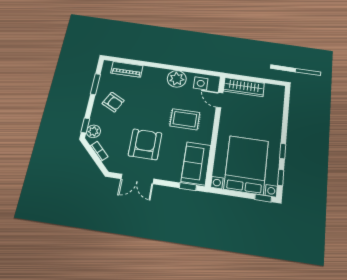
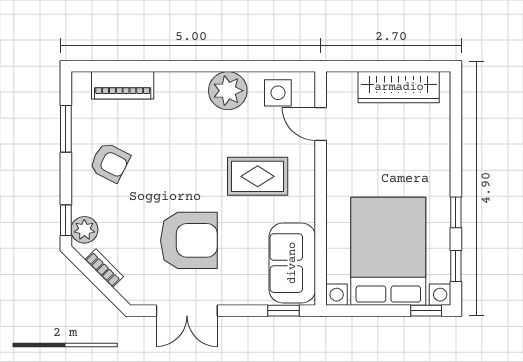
wardrobe: (244, 87) -> (399, 87), moved
armchair: (145, 144) -> (189, 240), turned 90

